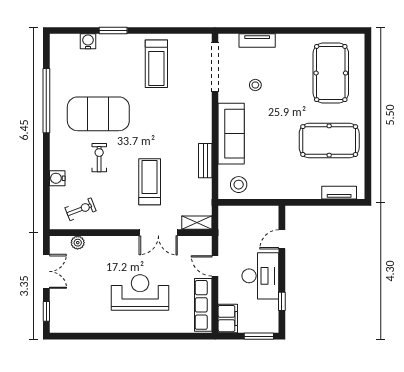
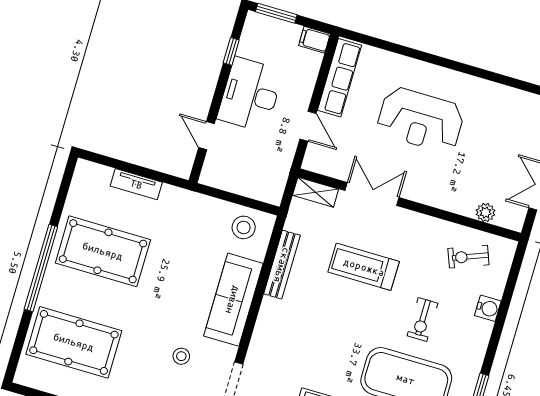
pool table: (331, 73) -> (74, 342), turned 90
window: (368, 117) -> (41, 268), added
bench: (205, 161) -> (282, 265), width x1.36
treadmill: (150, 182) -> (364, 267), turned 90
tv unit: (339, 193) -> (136, 184), moved
door: (282, 239) -> (207, 136), swing flipped
filing cabinet: (228, 319) -> (314, 40), width x0.50

